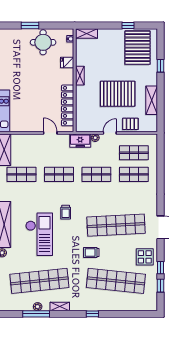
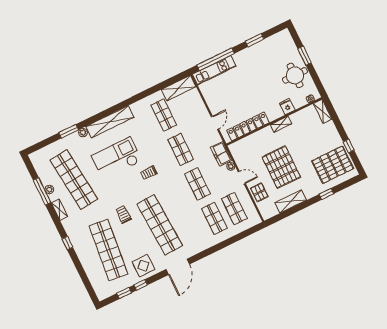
checkout: (39, 234) -> (117, 158), turned 180

